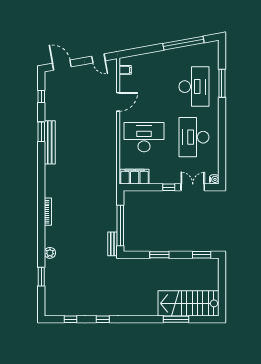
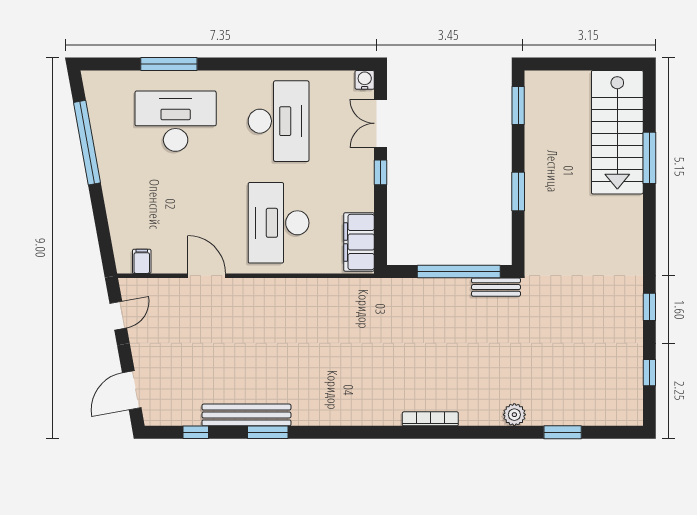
desk: (194, 137) -> (279, 121), turned -90
bench: (50, 142) -> (246, 415), moved

